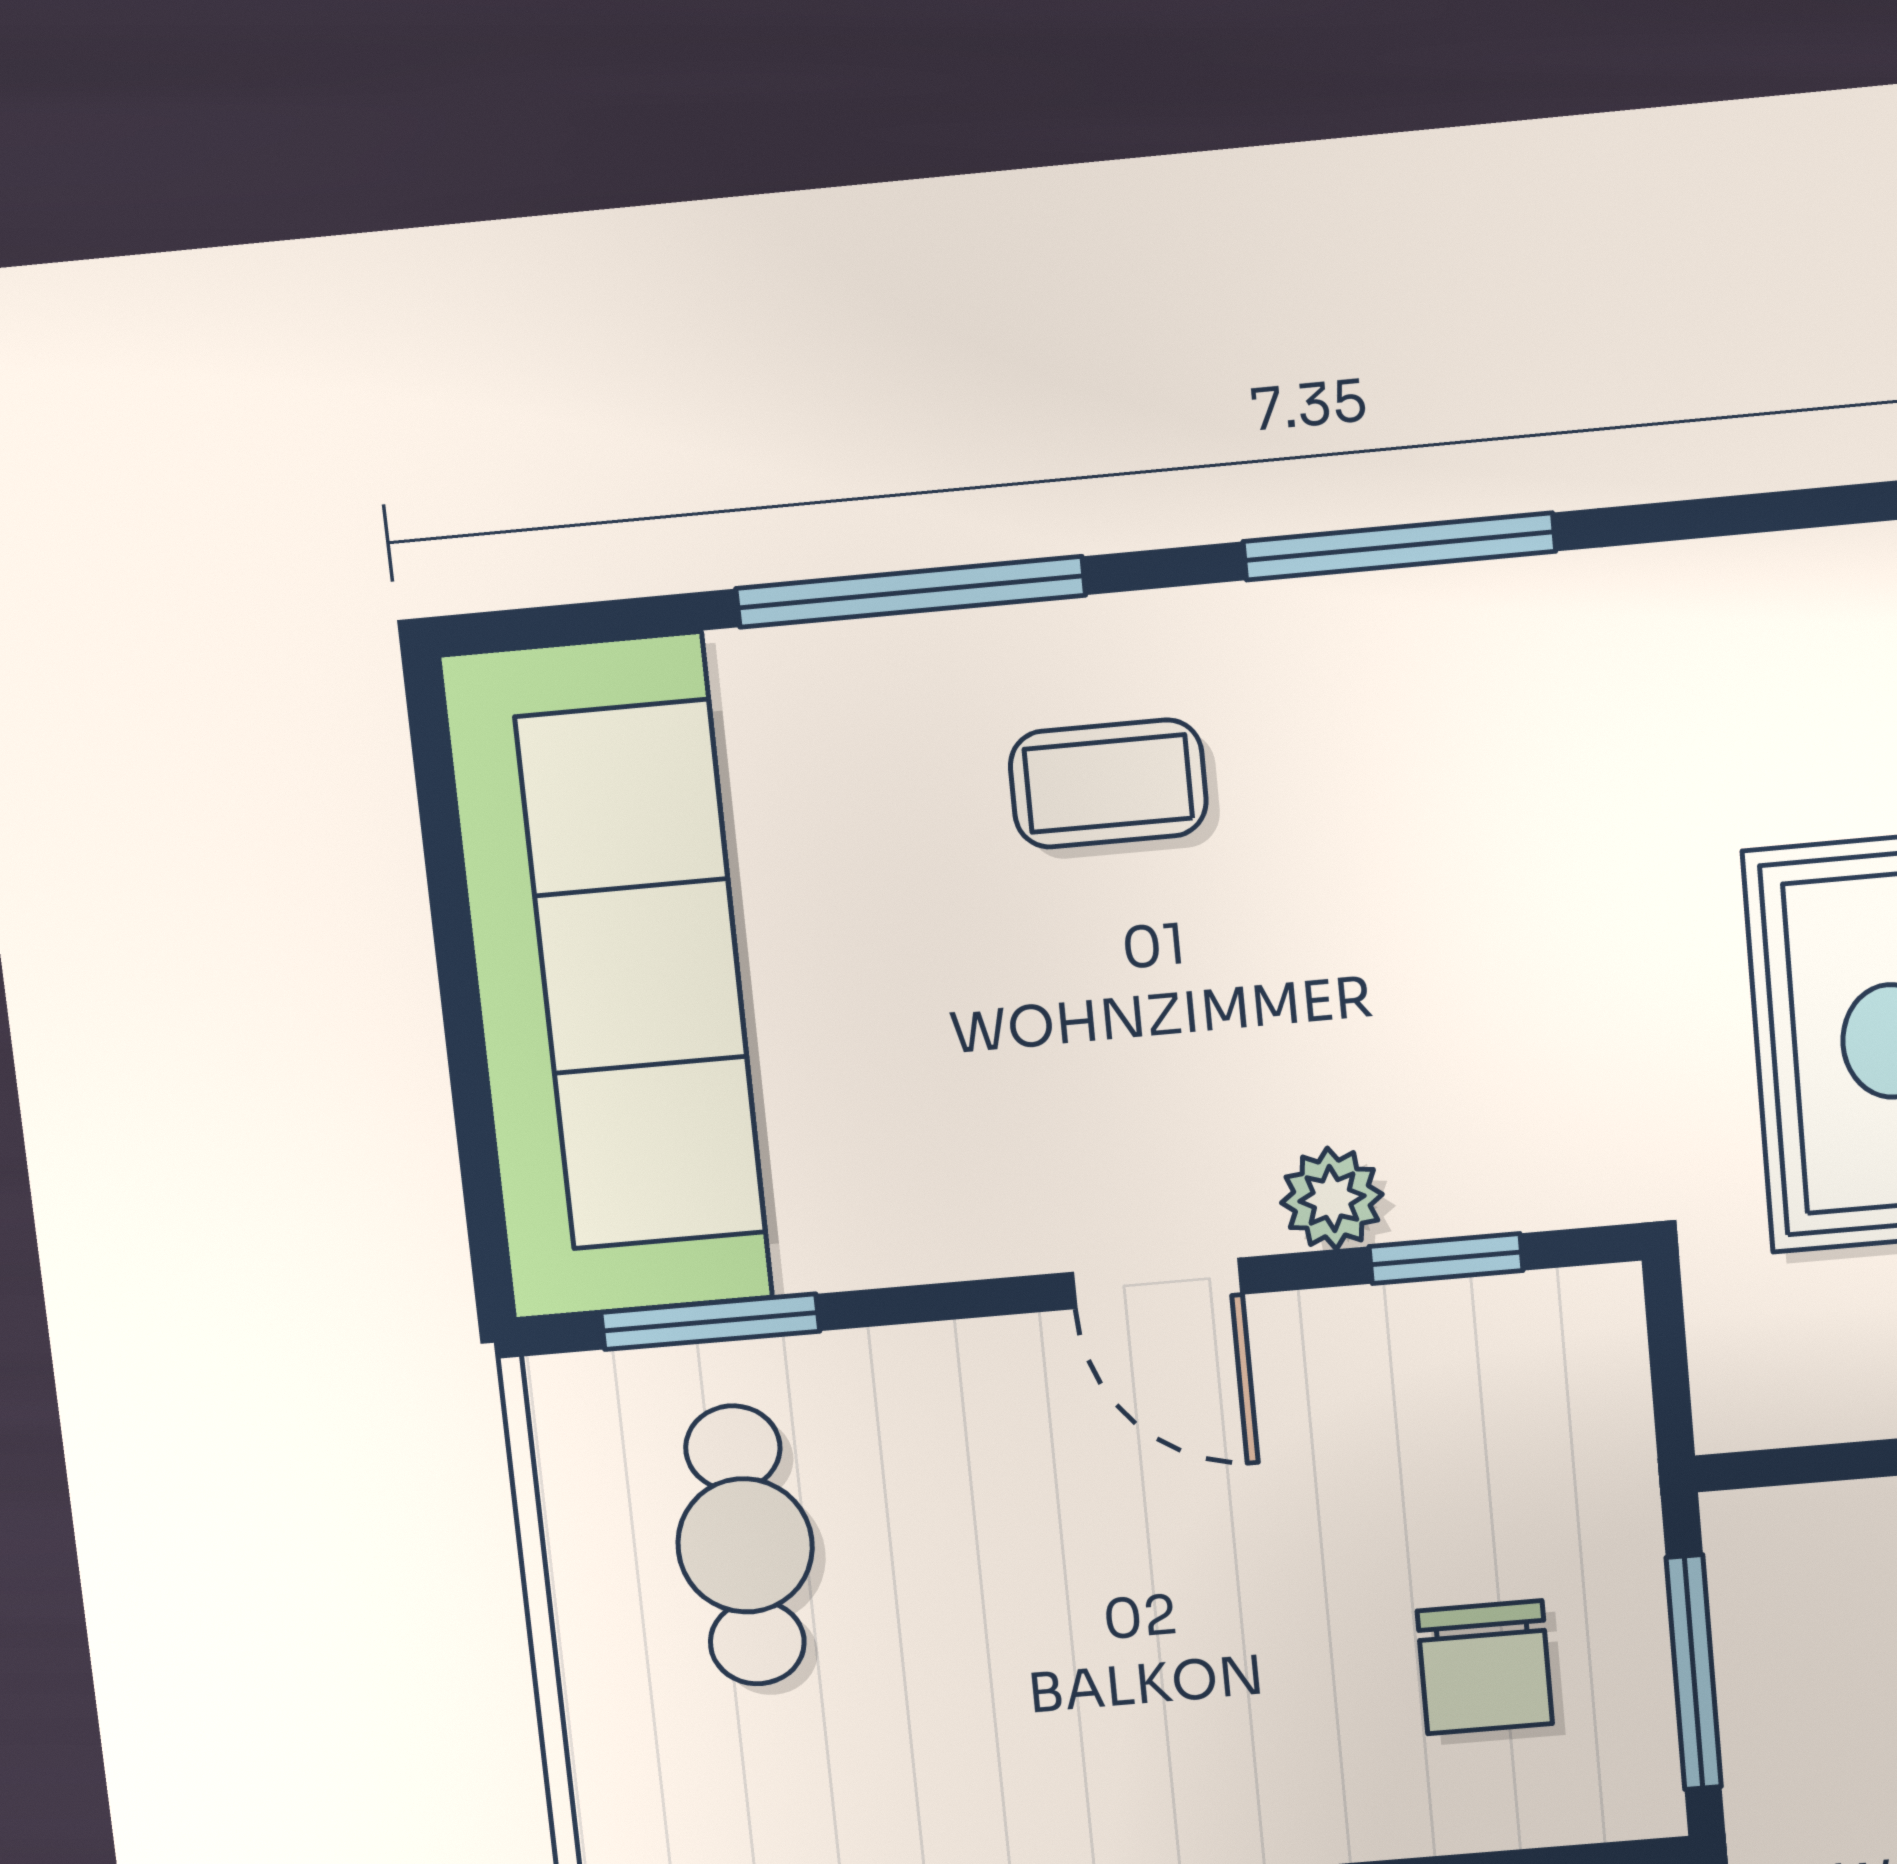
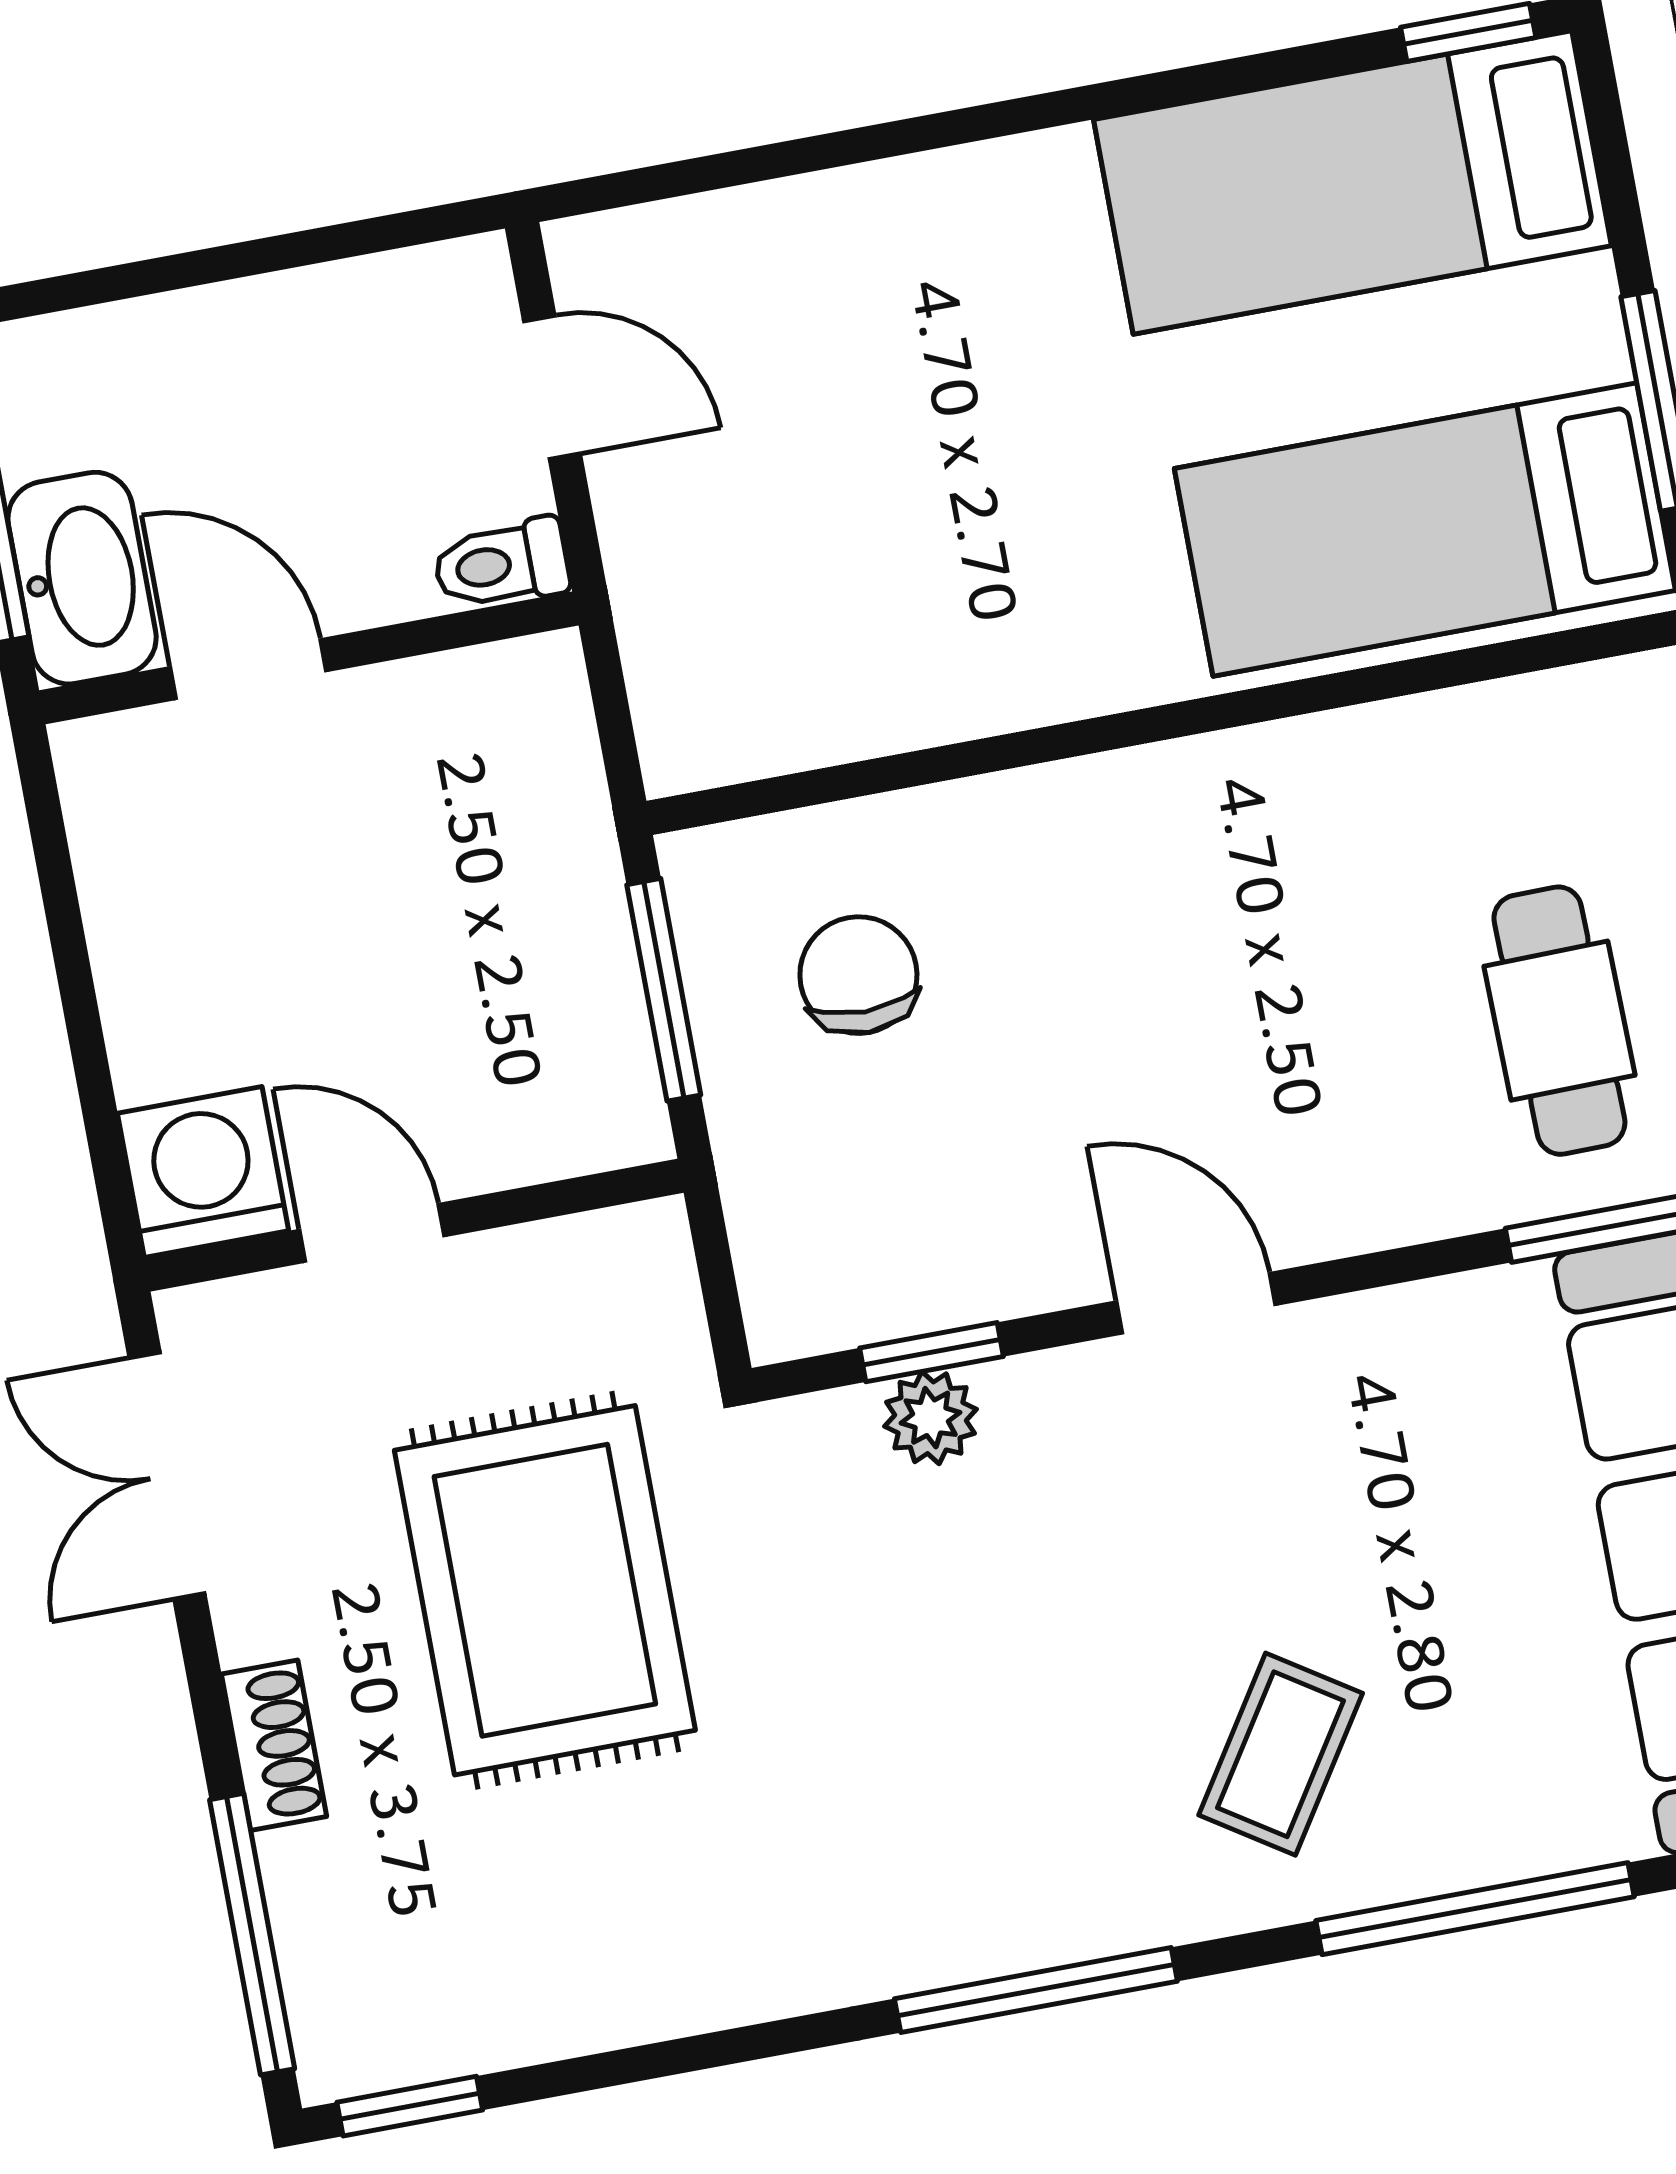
coffee table: (1108, 784) -> (1281, 1754), turned -57
plant: (1332, 1199) -> (931, 1418), moved

